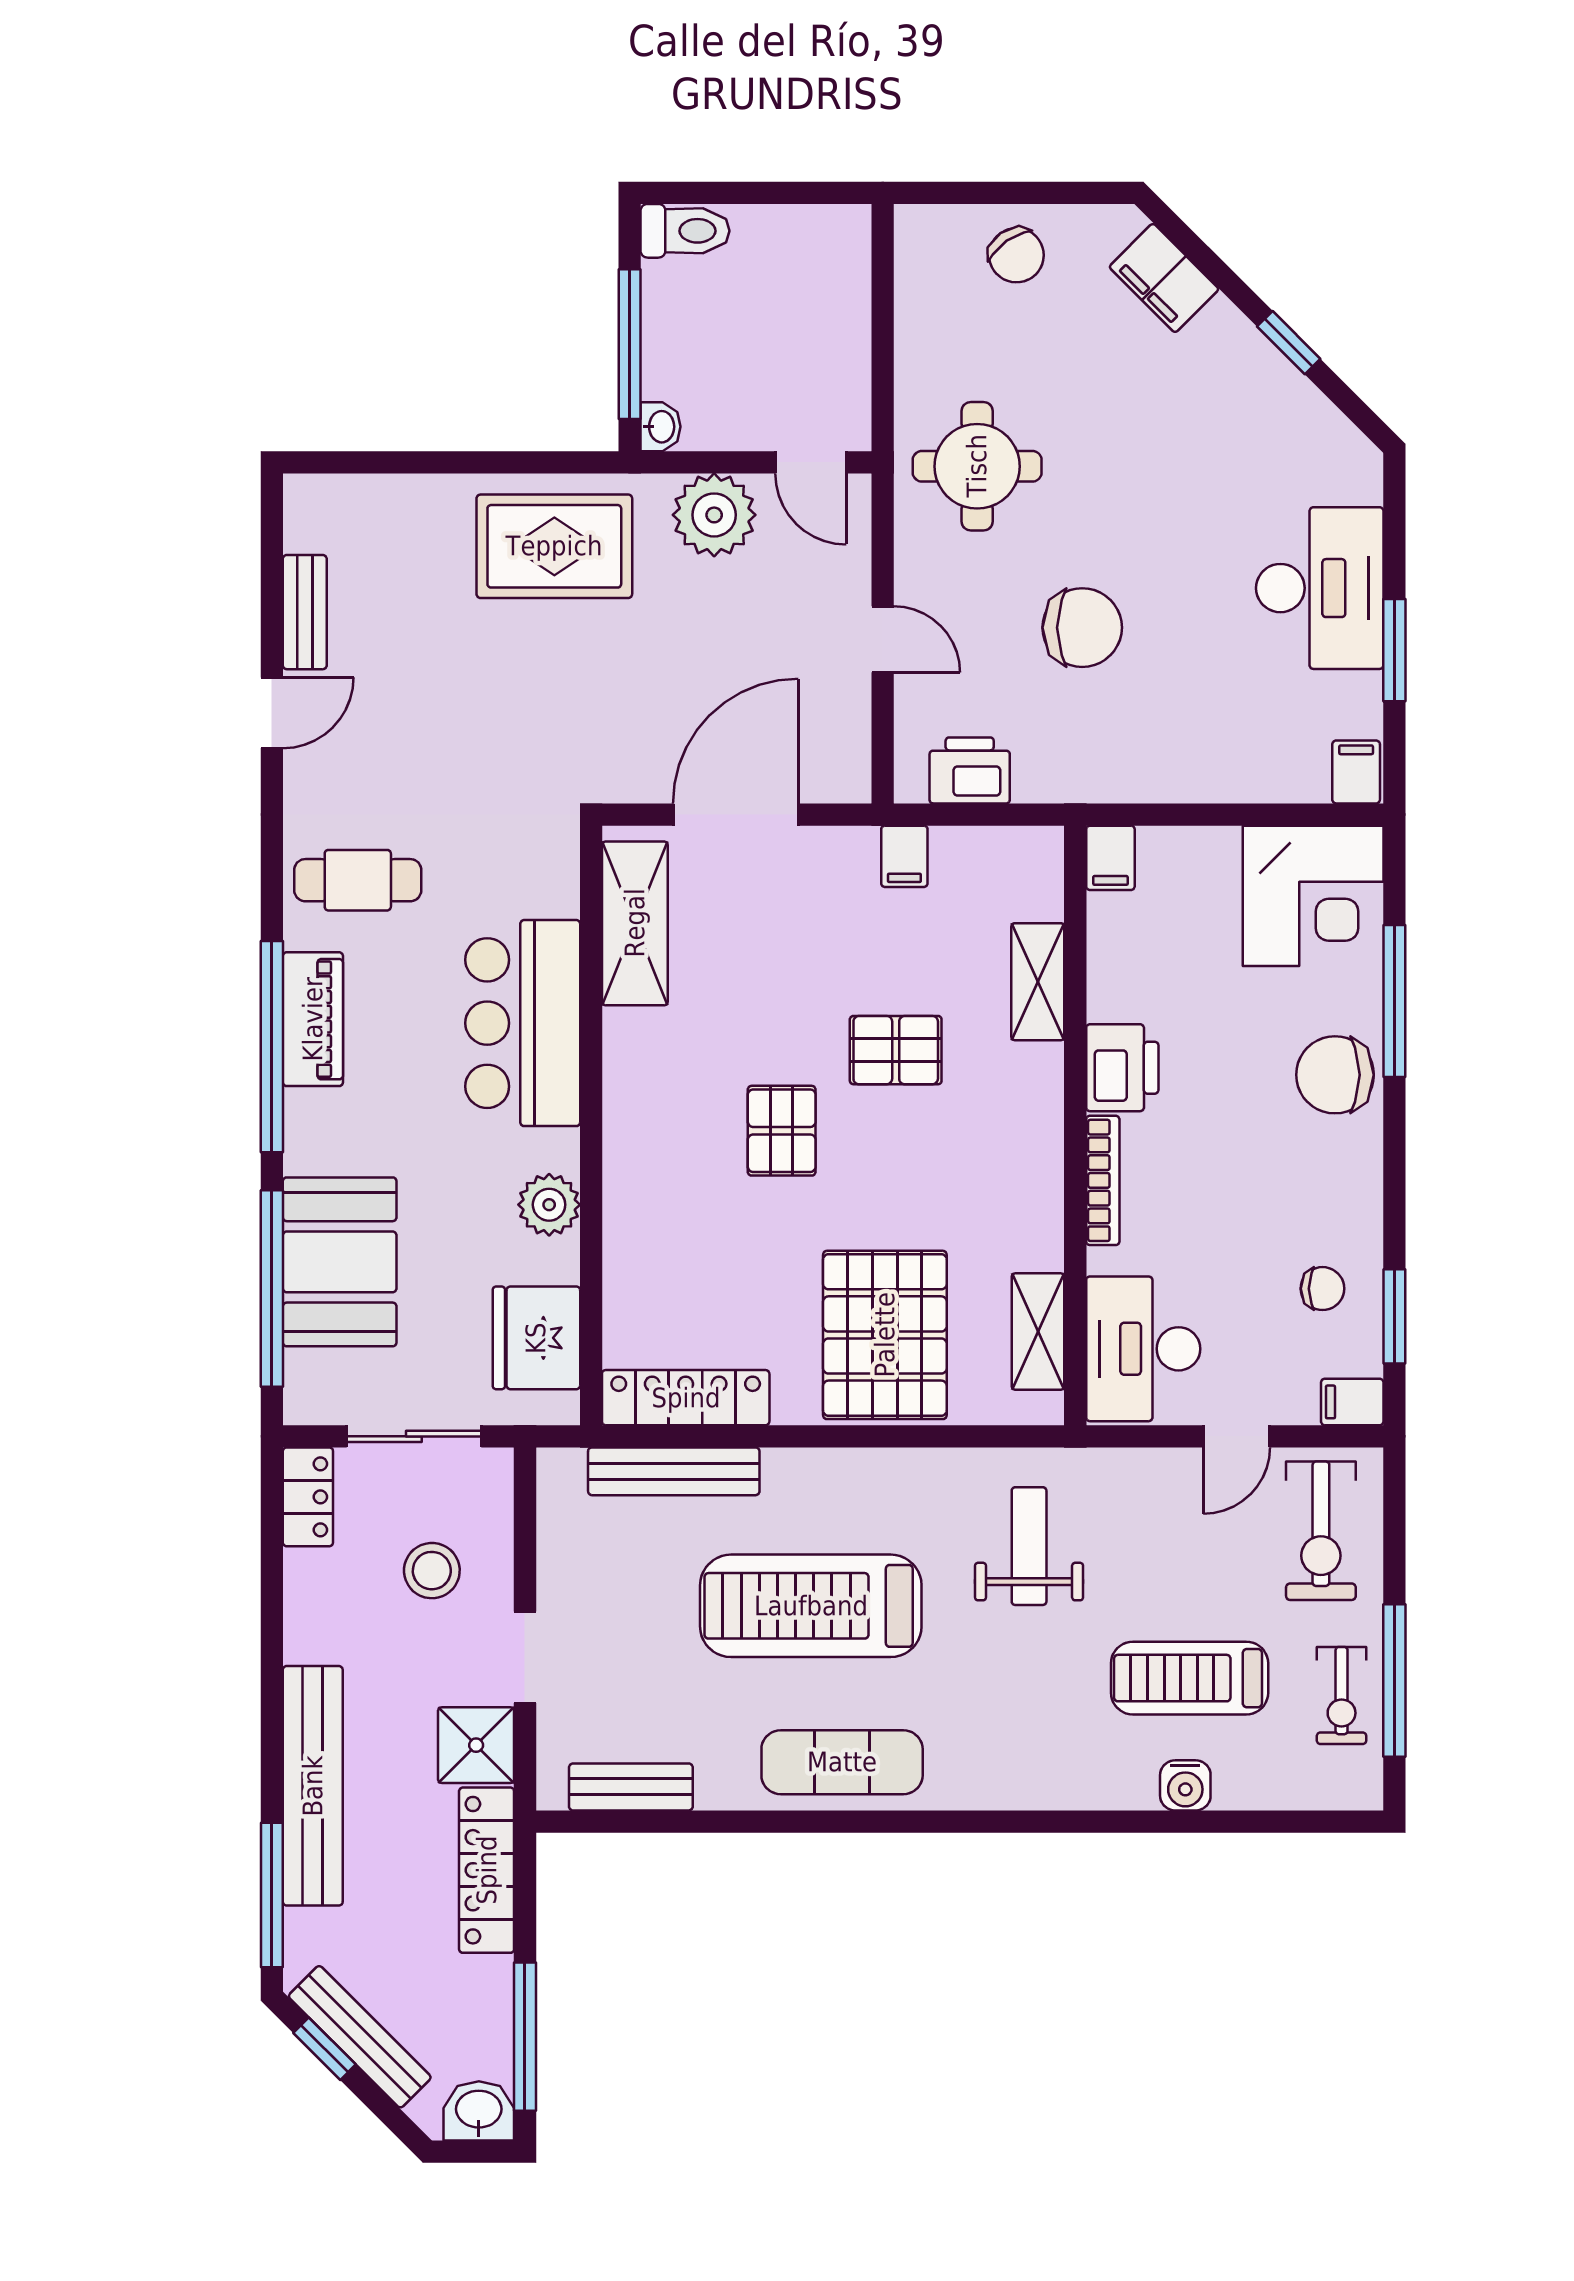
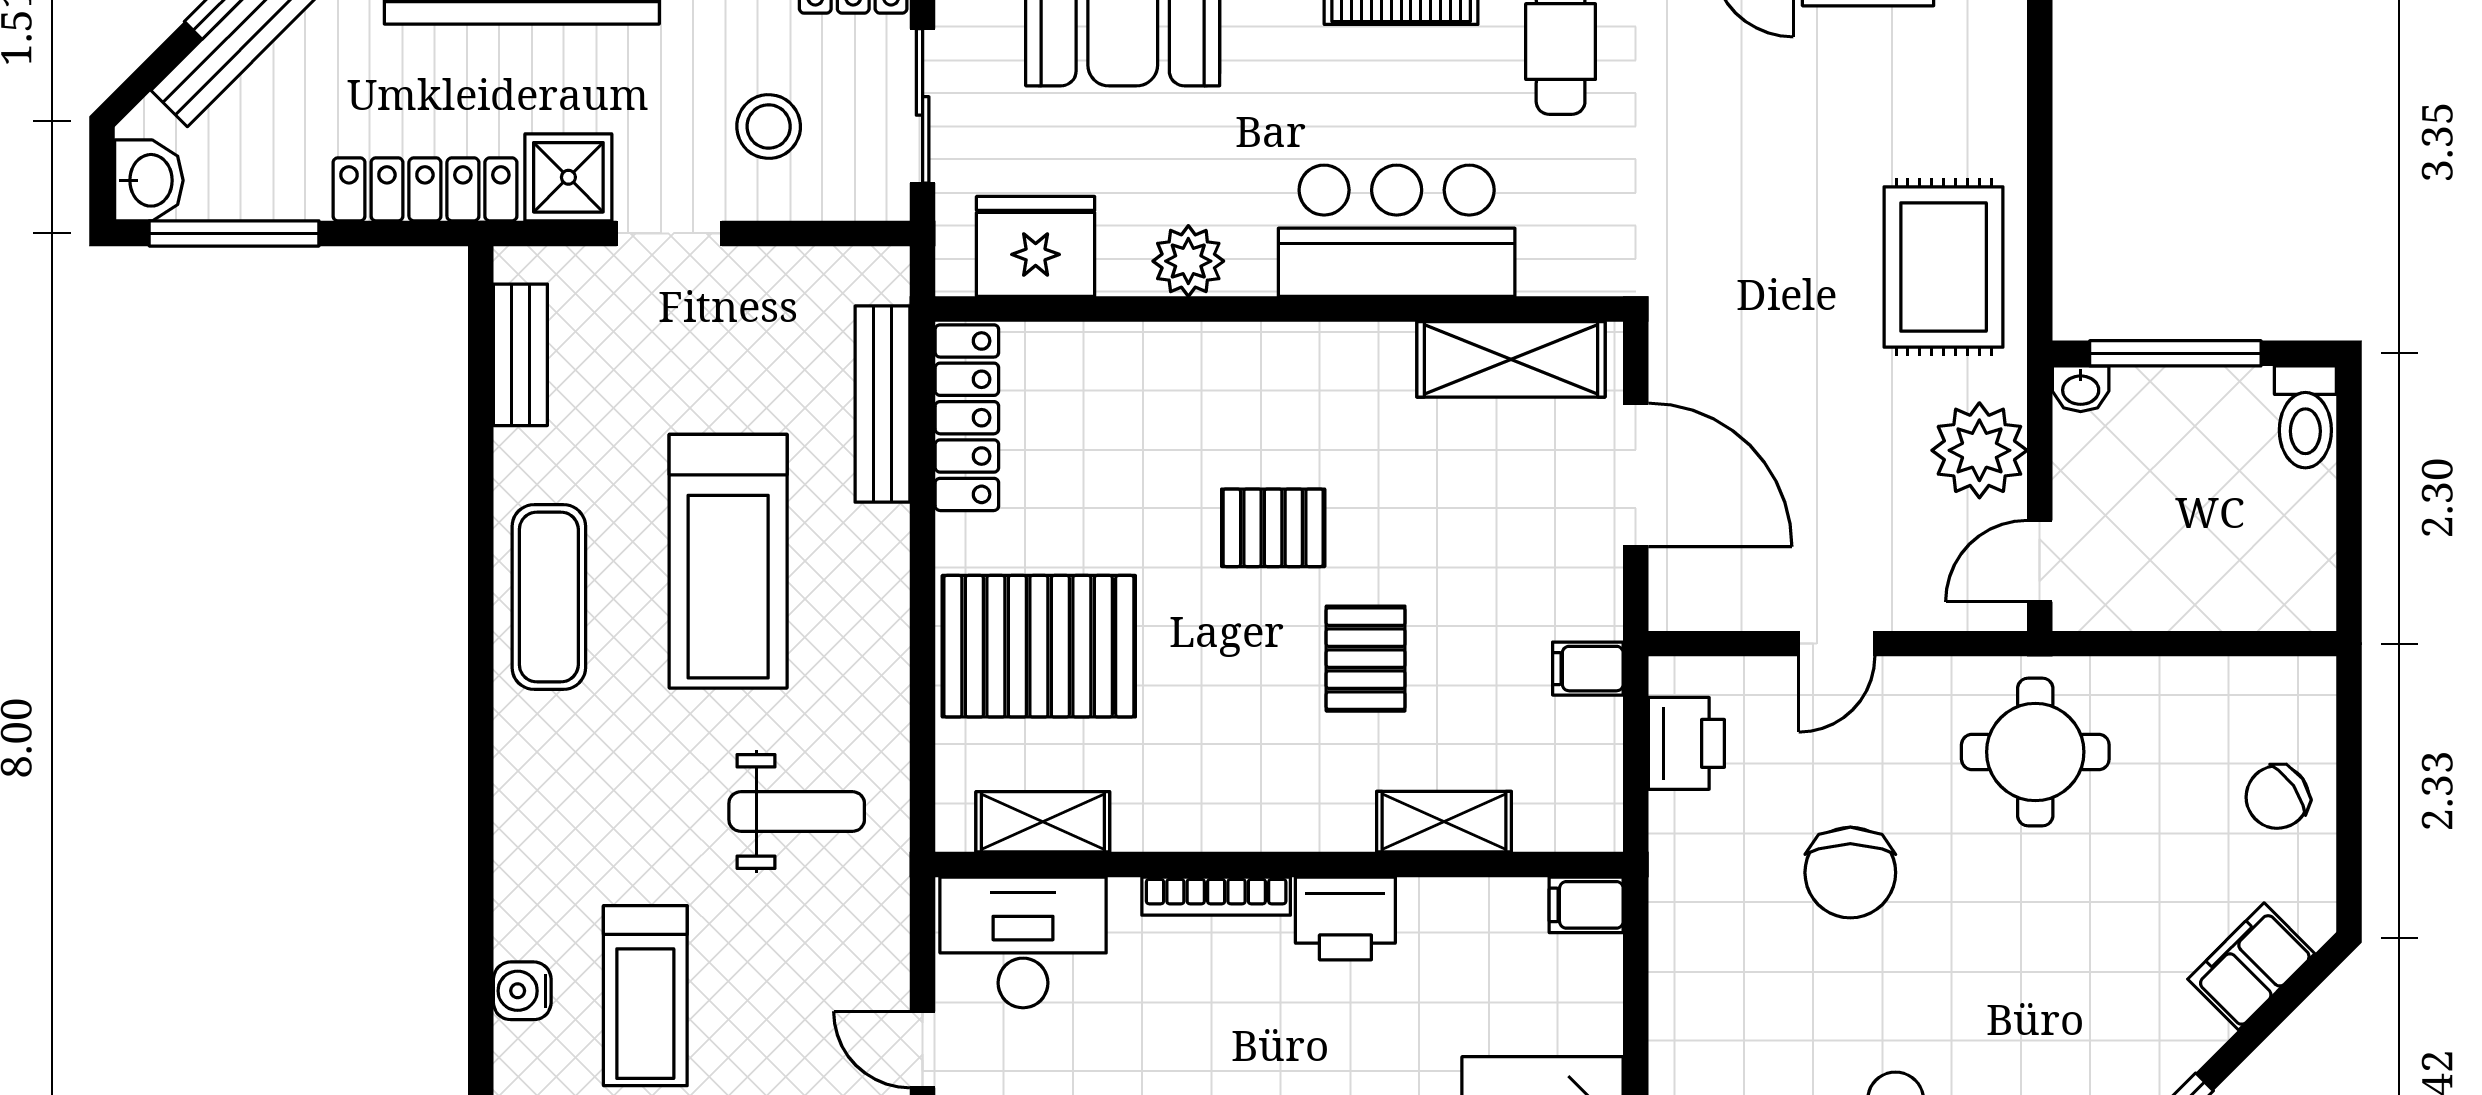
treadmill: (811, 1606) -> (728, 561), turned 180
treadmill: (1190, 1678) -> (645, 996), turned 180

